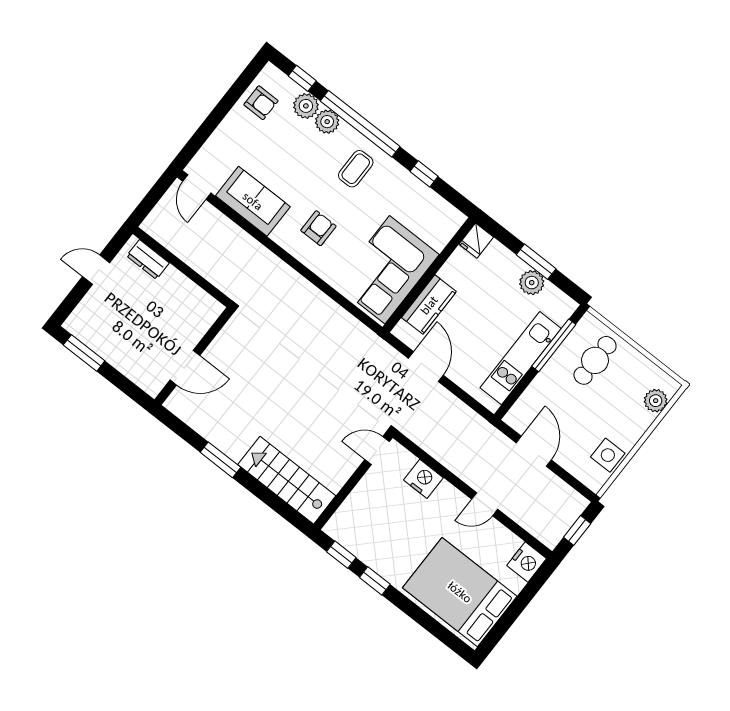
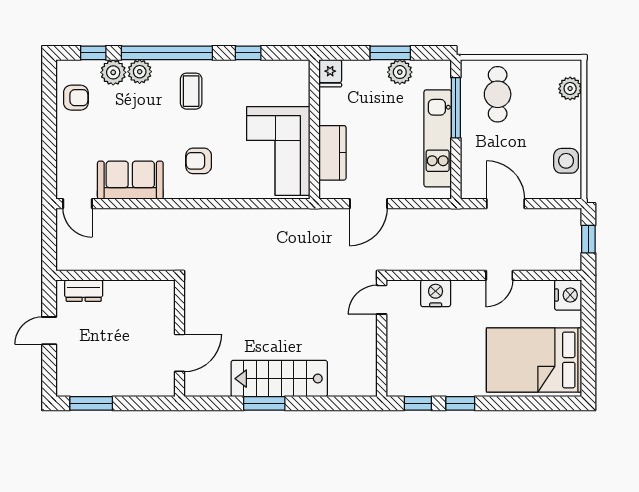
armchair: (318, 228) -> (199, 161), turned -90
door: (426, 367) -> (368, 204), swing flipped
stairs: (287, 480) -> (279, 379), moved

